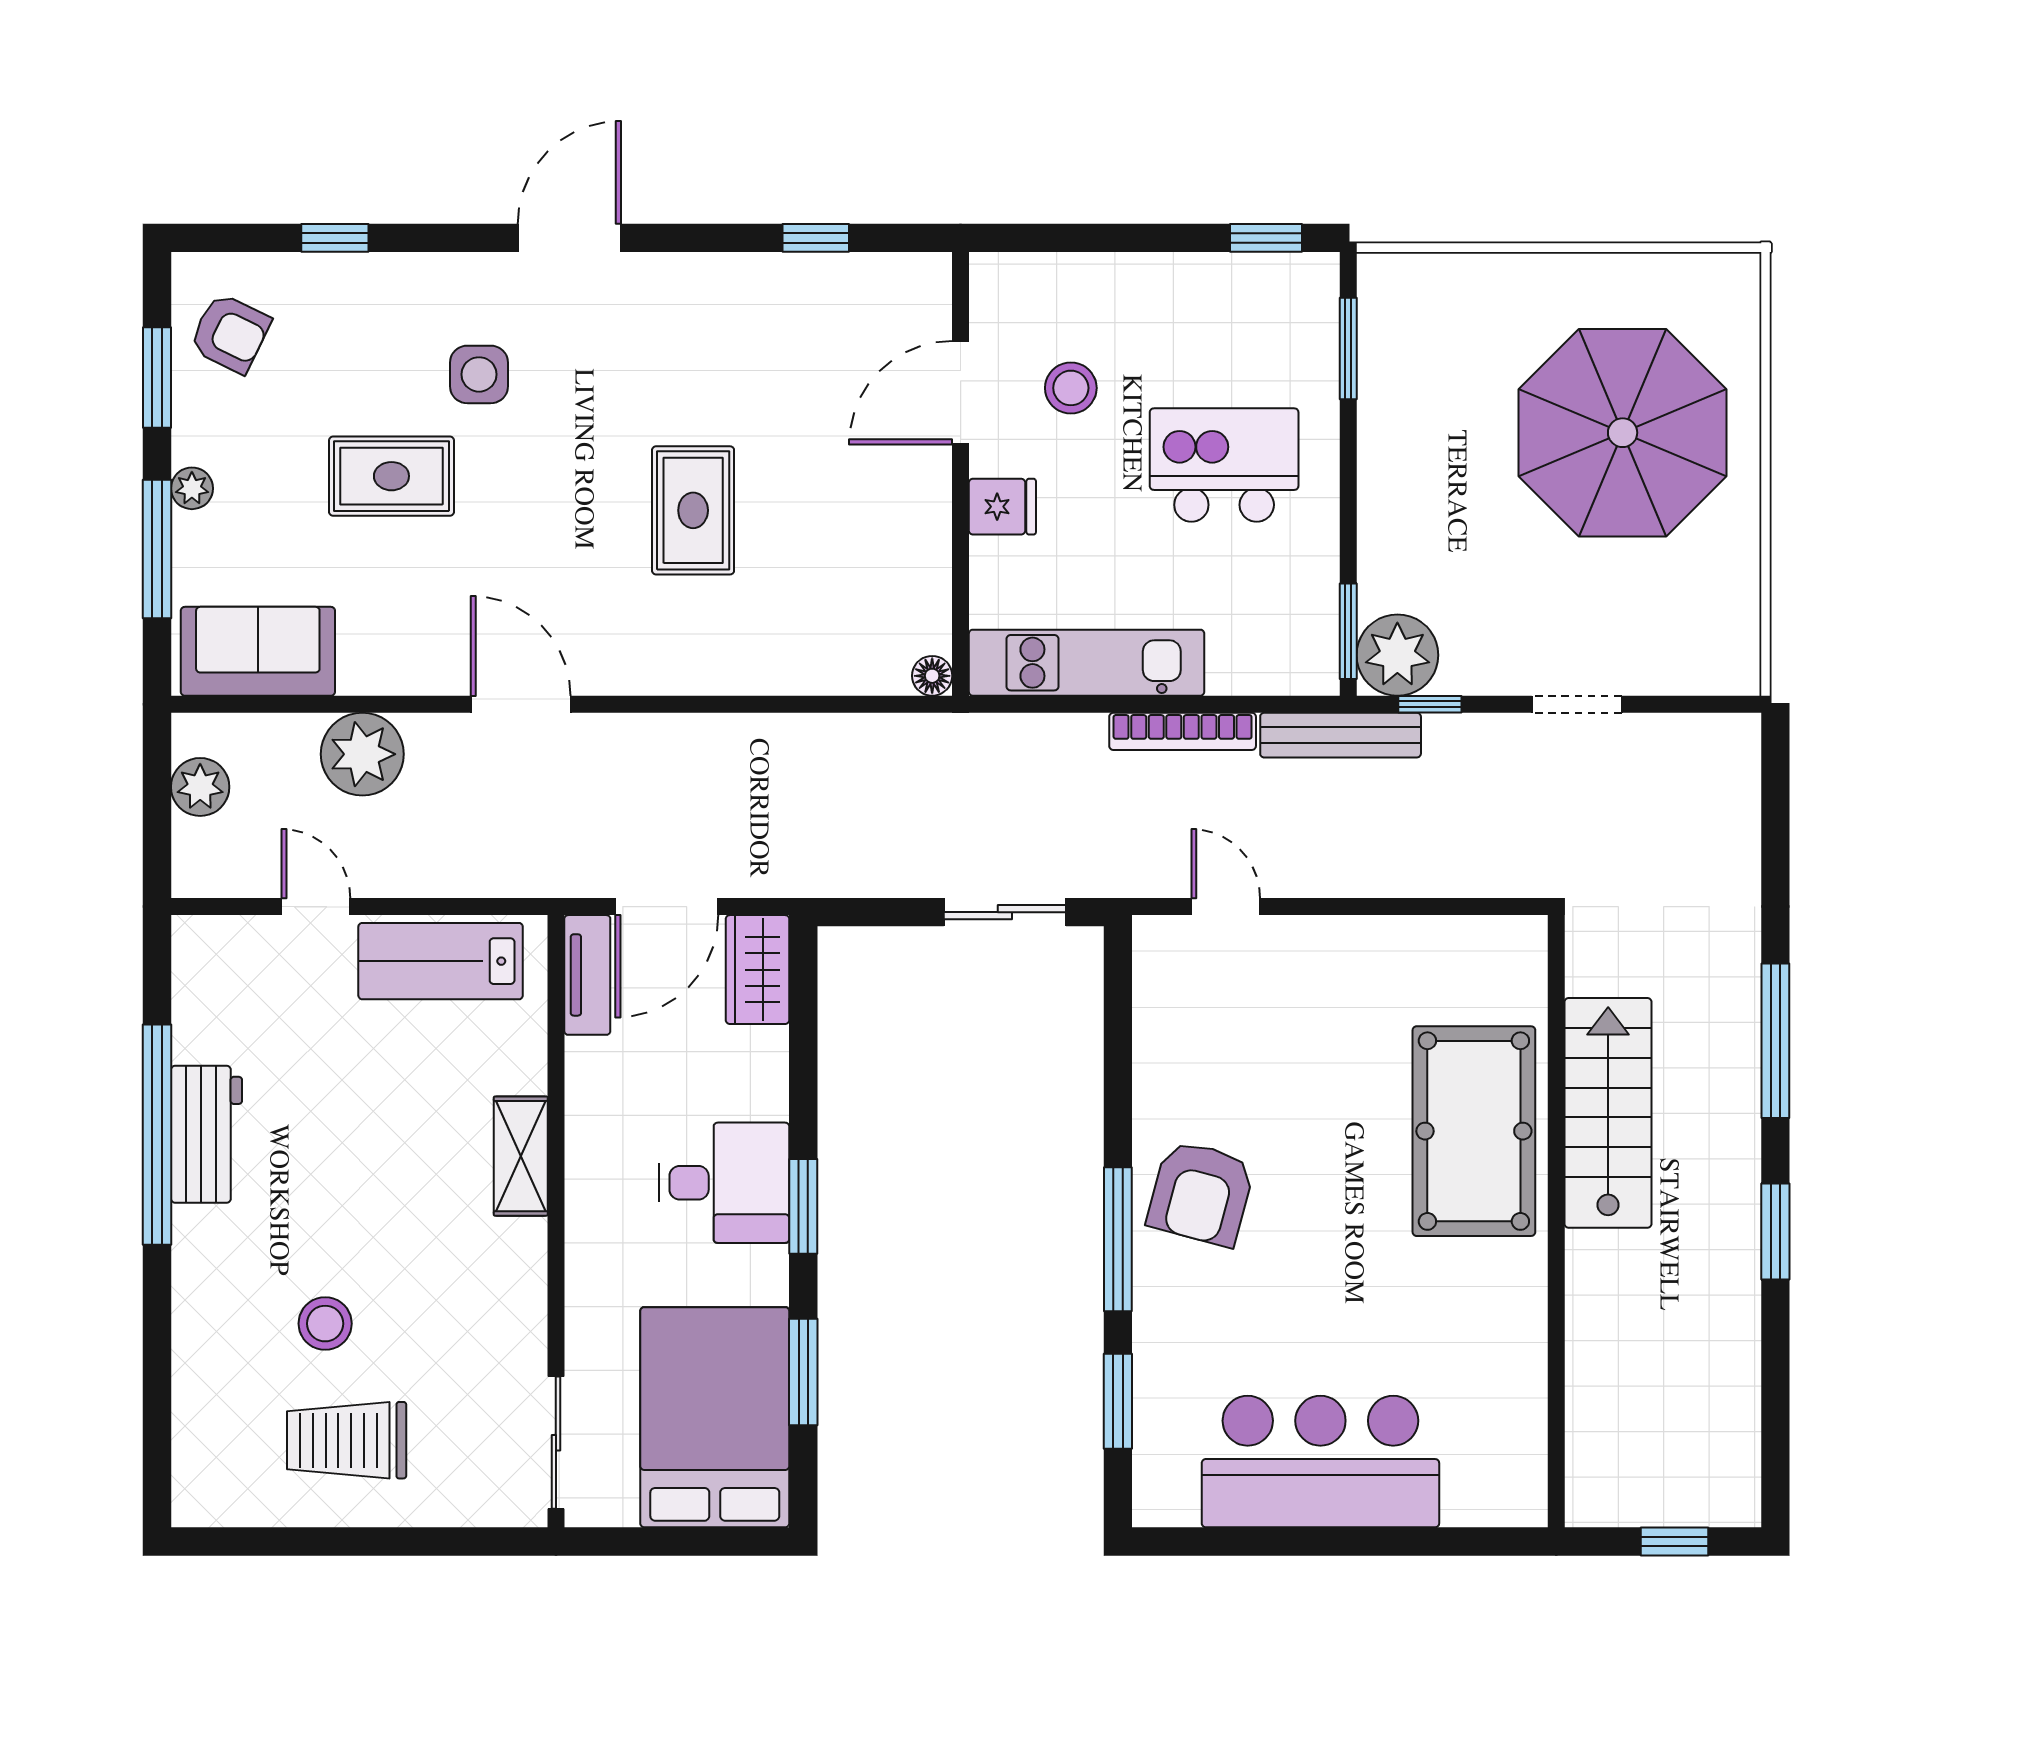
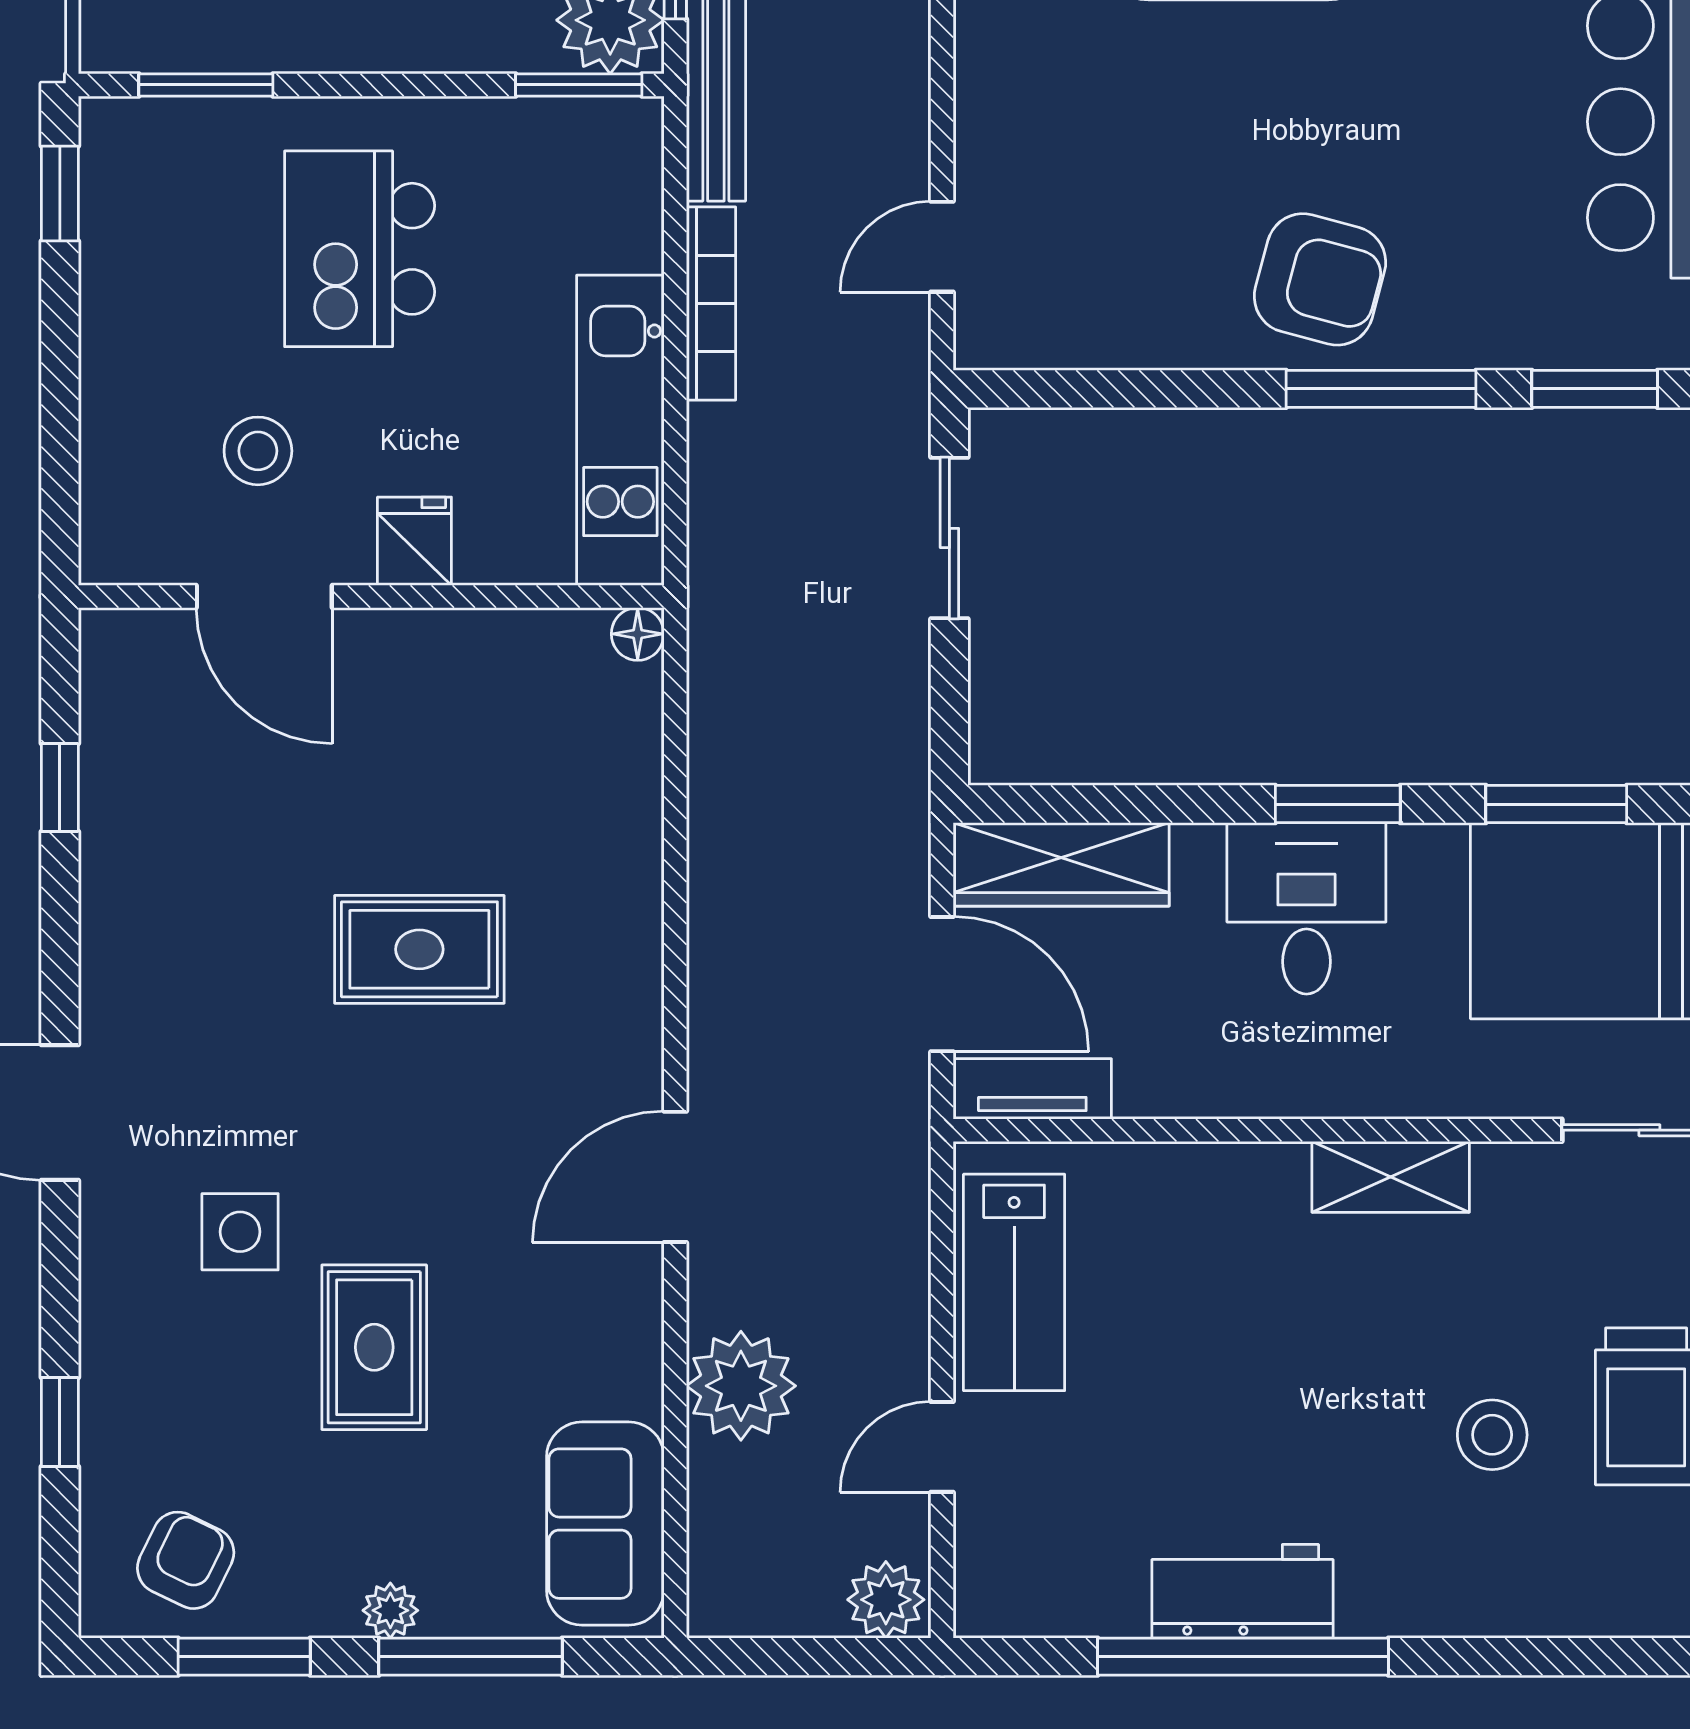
plant: (200, 787) -> (886, 1600), moved
wardrobe: (758, 970) -> (1061, 864), width x1.50
shelving: (521, 1156) -> (1391, 1177), moved

